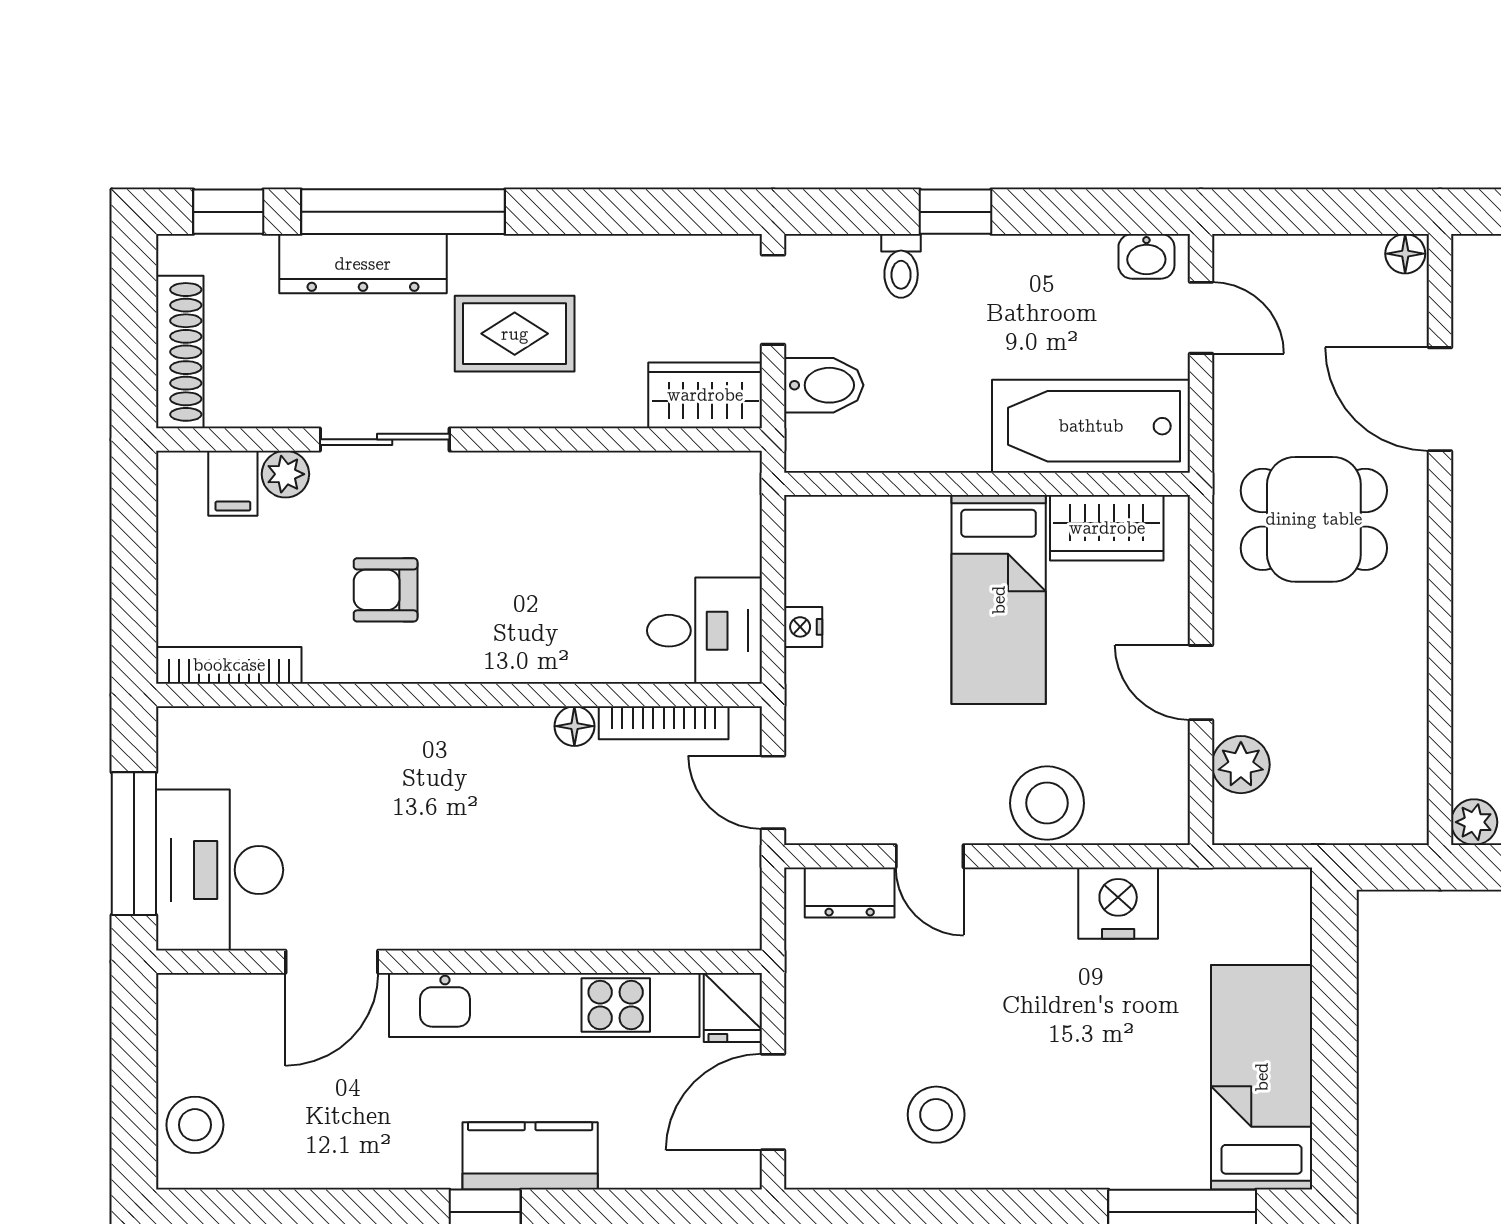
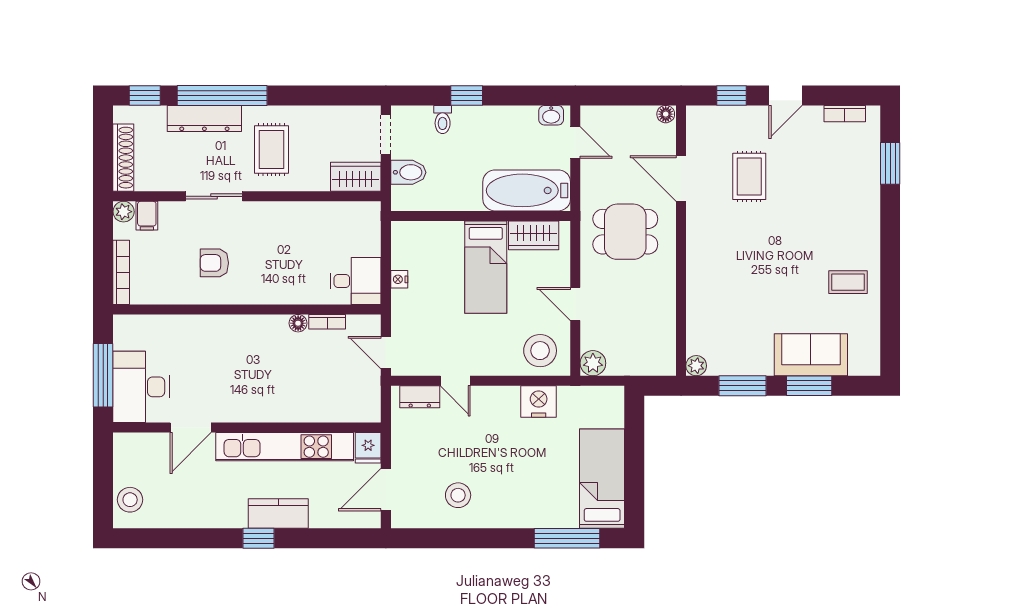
rug: (515, 334) -> (271, 149), turned 90
plant: (285, 474) -> (124, 212), moved
bookcase: (229, 665) -> (121, 272), moved, turned 90
bookcase: (664, 723) -> (327, 322), width x0.64
plant: (1241, 765) -> (593, 363), moved
stool: (1047, 803) -> (540, 351), moved

